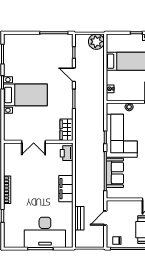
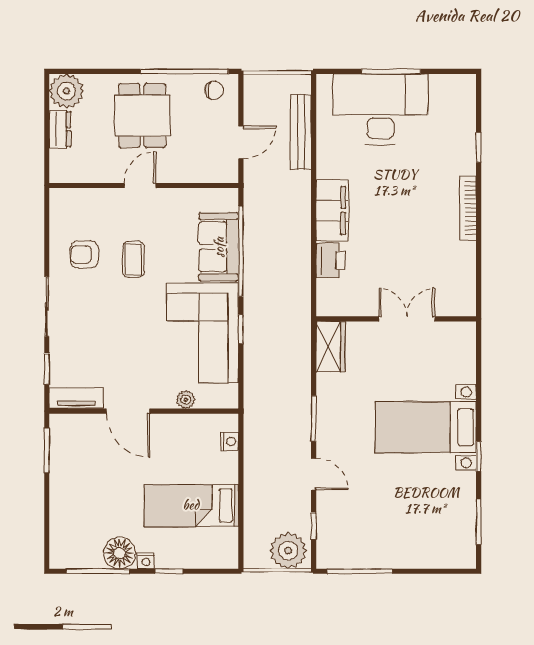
plant: (96, 42) -> (288, 551), moved
printer: (67, 153) -> (330, 260), moved
bench: (79, 218) -> (301, 132), width x1.36

